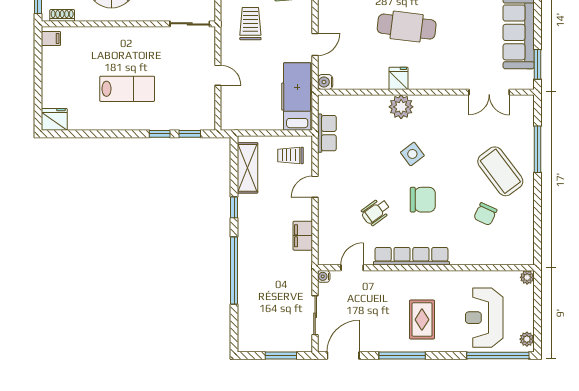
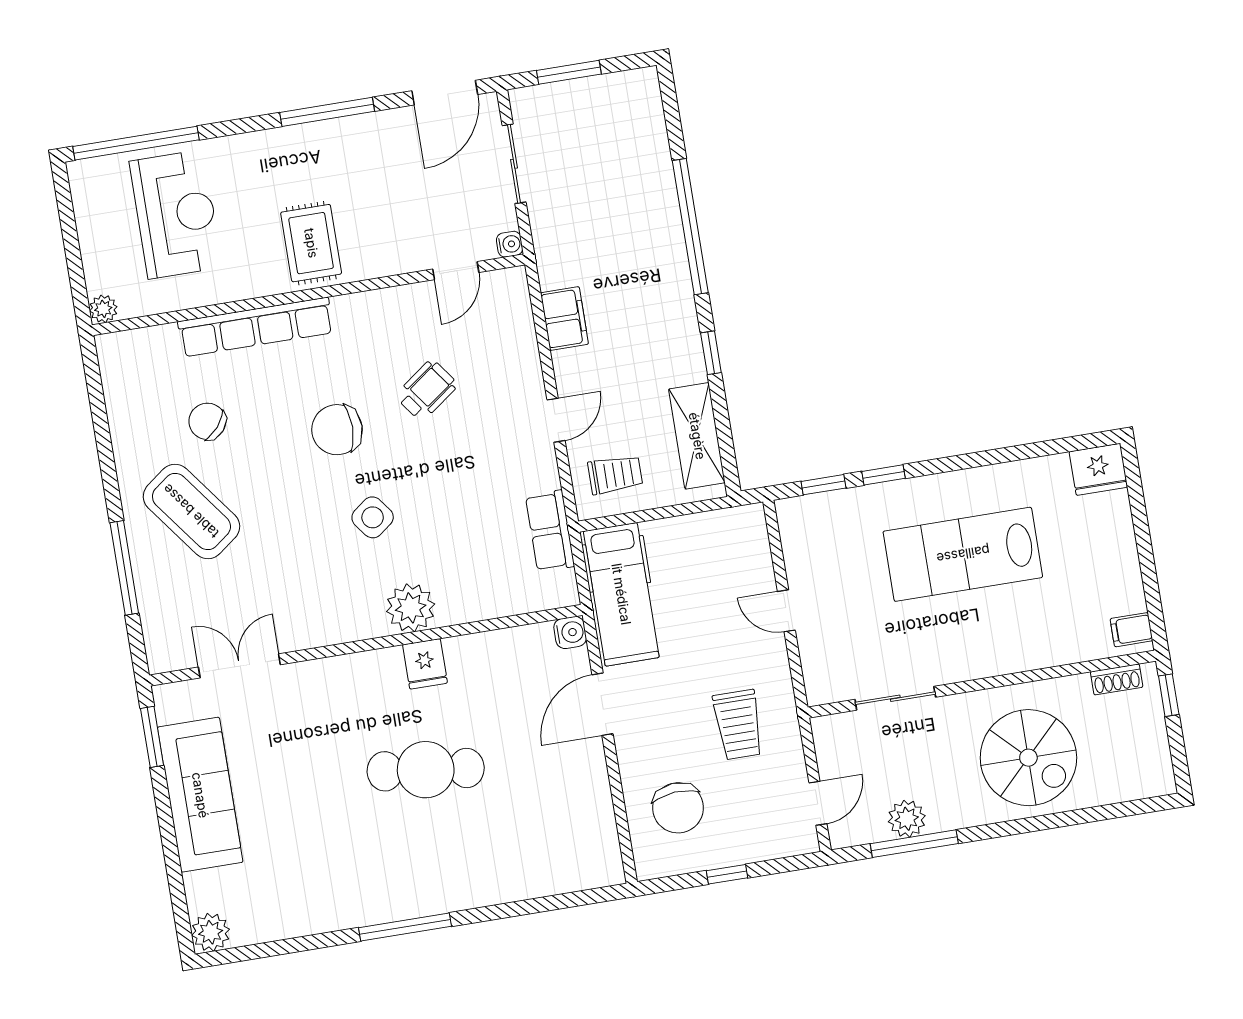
sliding door: (190, 24) -> (895, 698), moved
door: (315, 44) -> (603, 704), width x1.38
lab bench: (127, 89) -> (963, 554), width x1.36, depth x1.39
chair: (485, 214) -> (207, 421), turned -75
row of seats: (411, 256) -> (256, 327), moved
rug: (422, 320) -> (311, 243), moved
plant: (527, 339) -> (84, 185), removed

